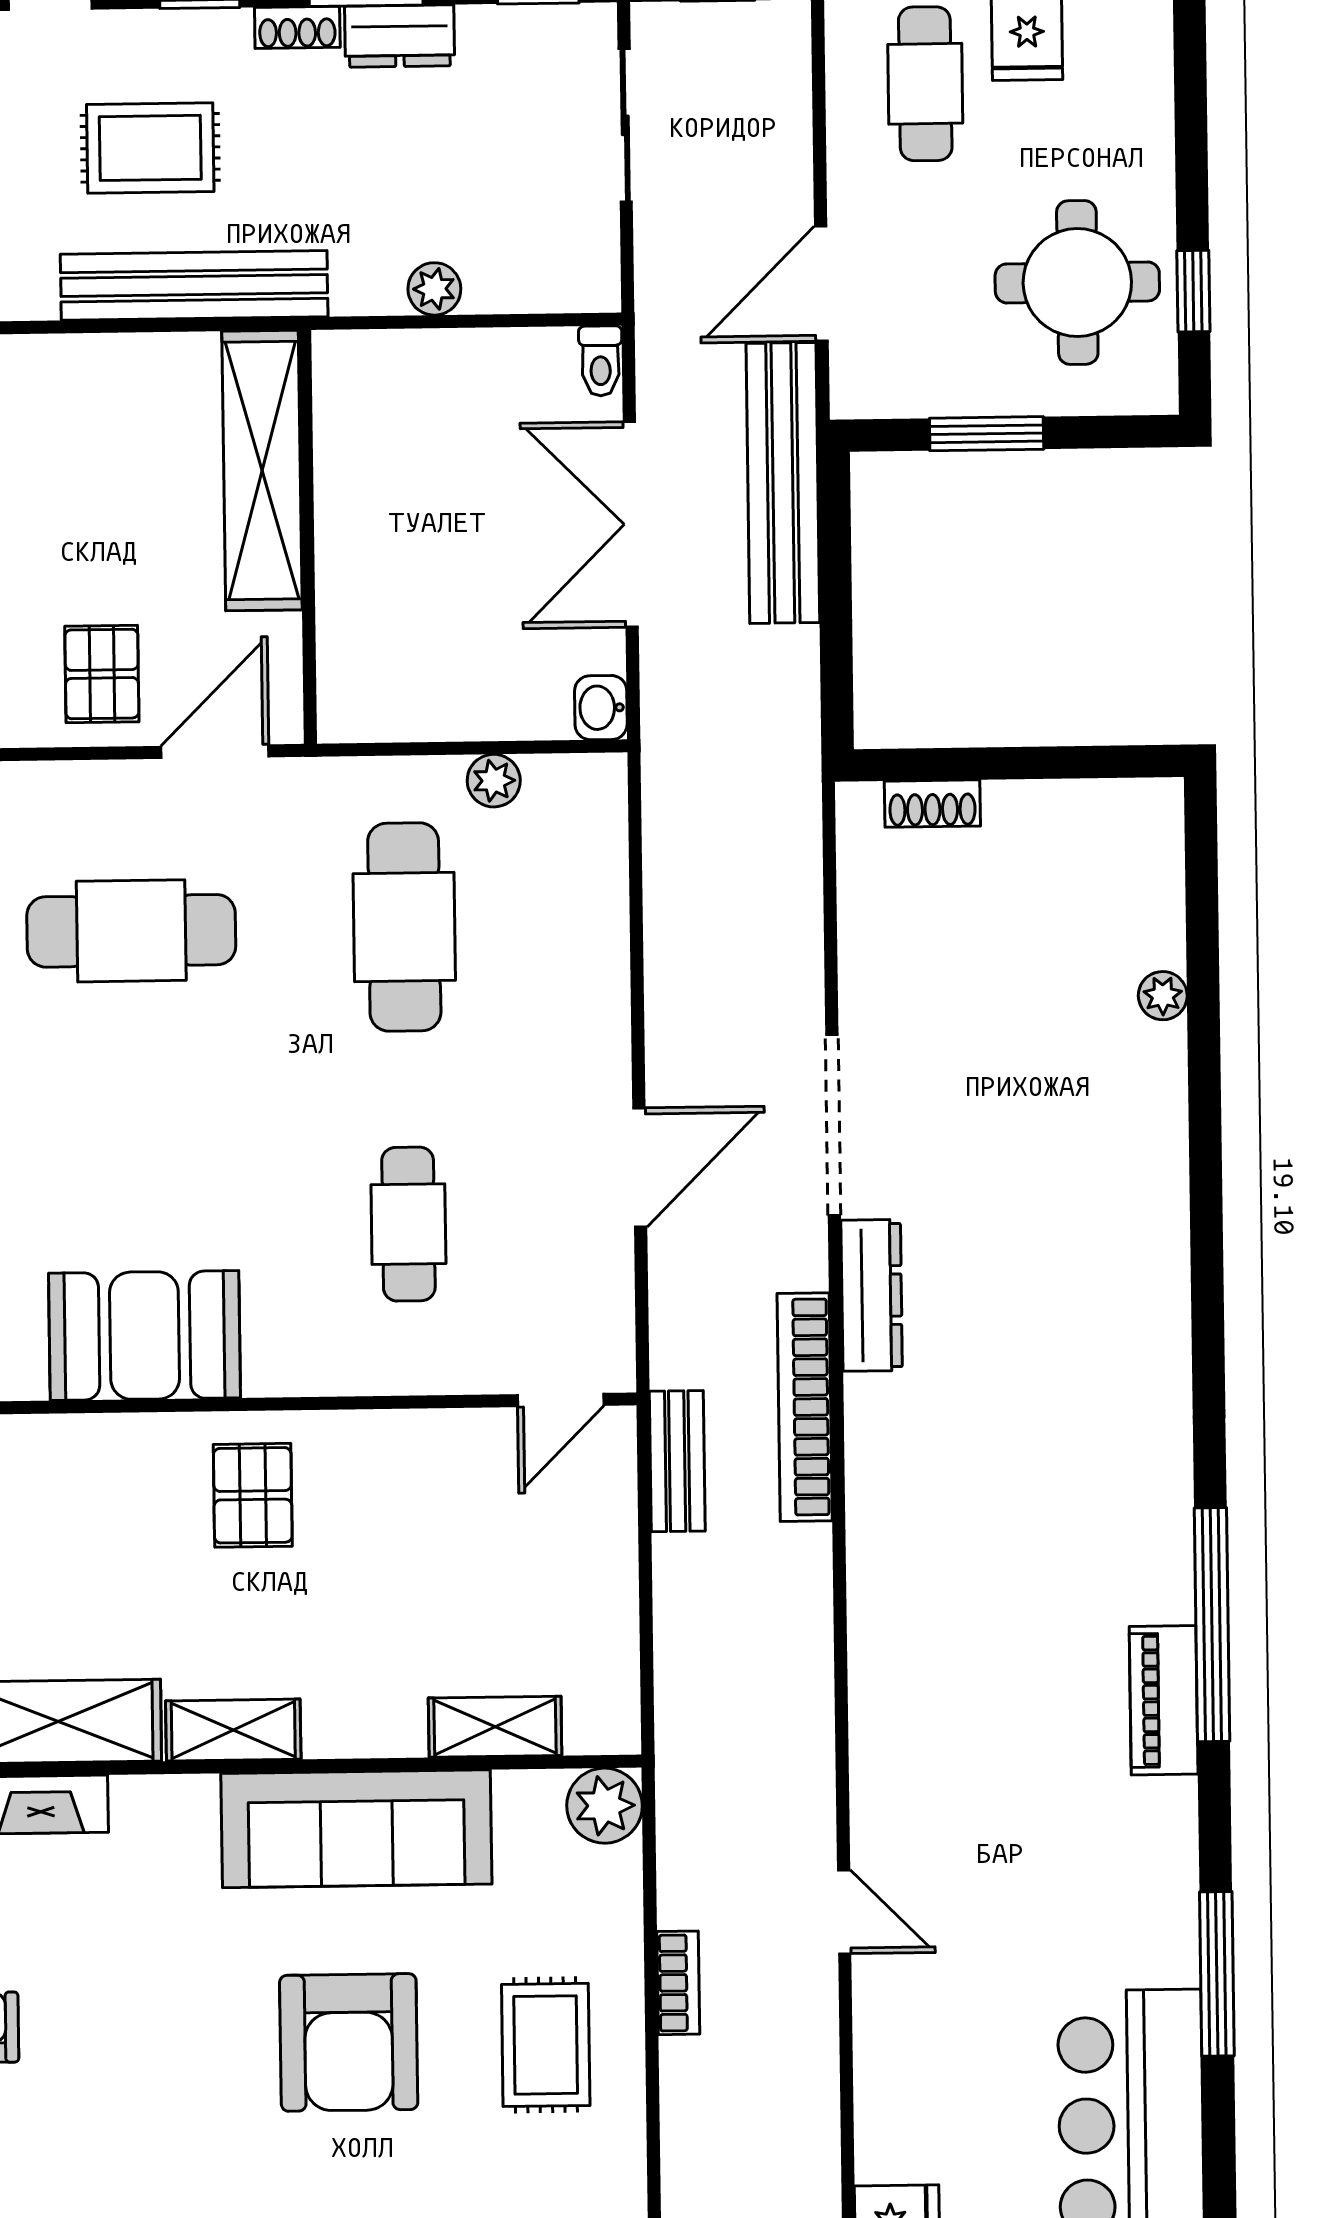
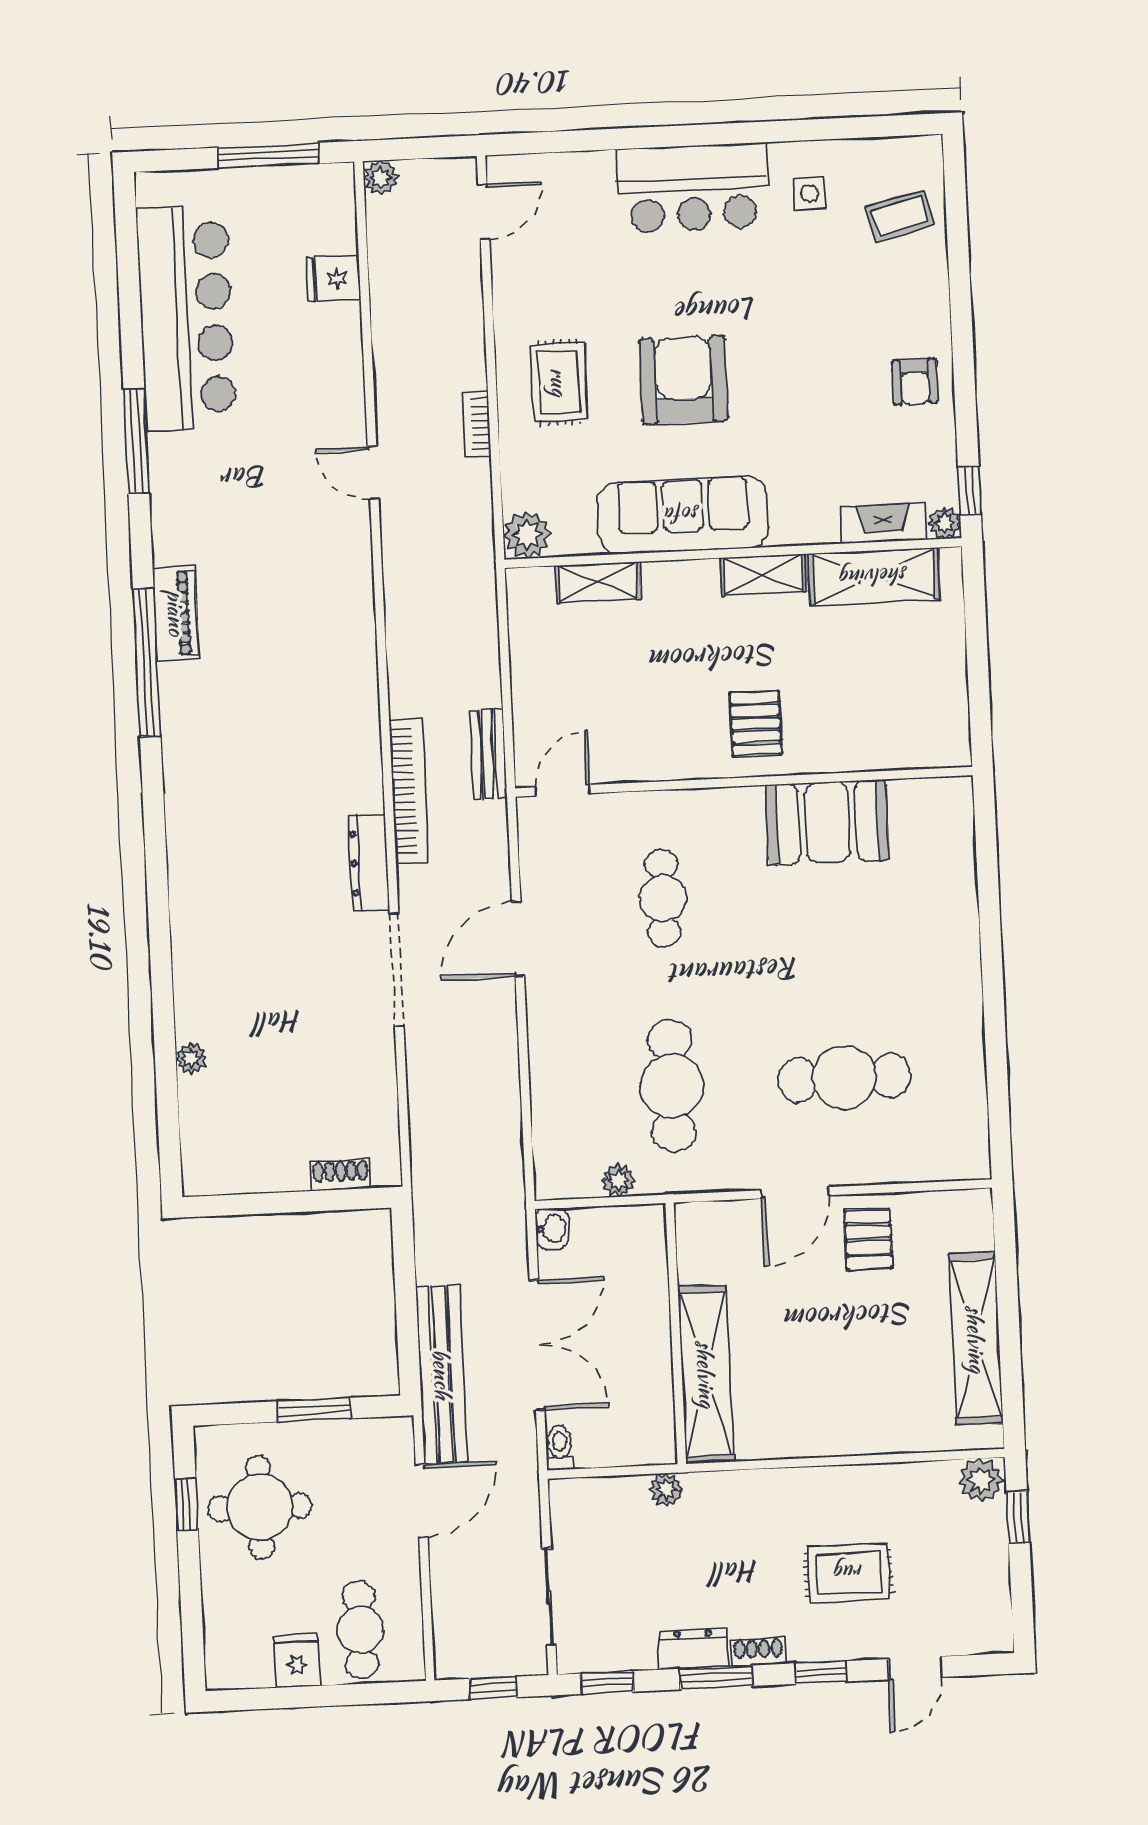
bench: (194, 285) -> (818, 1487), removed
shelving: (262, 470) -> (706, 1374), moved
wall: (308, 537) -> (676, 1333), moved

